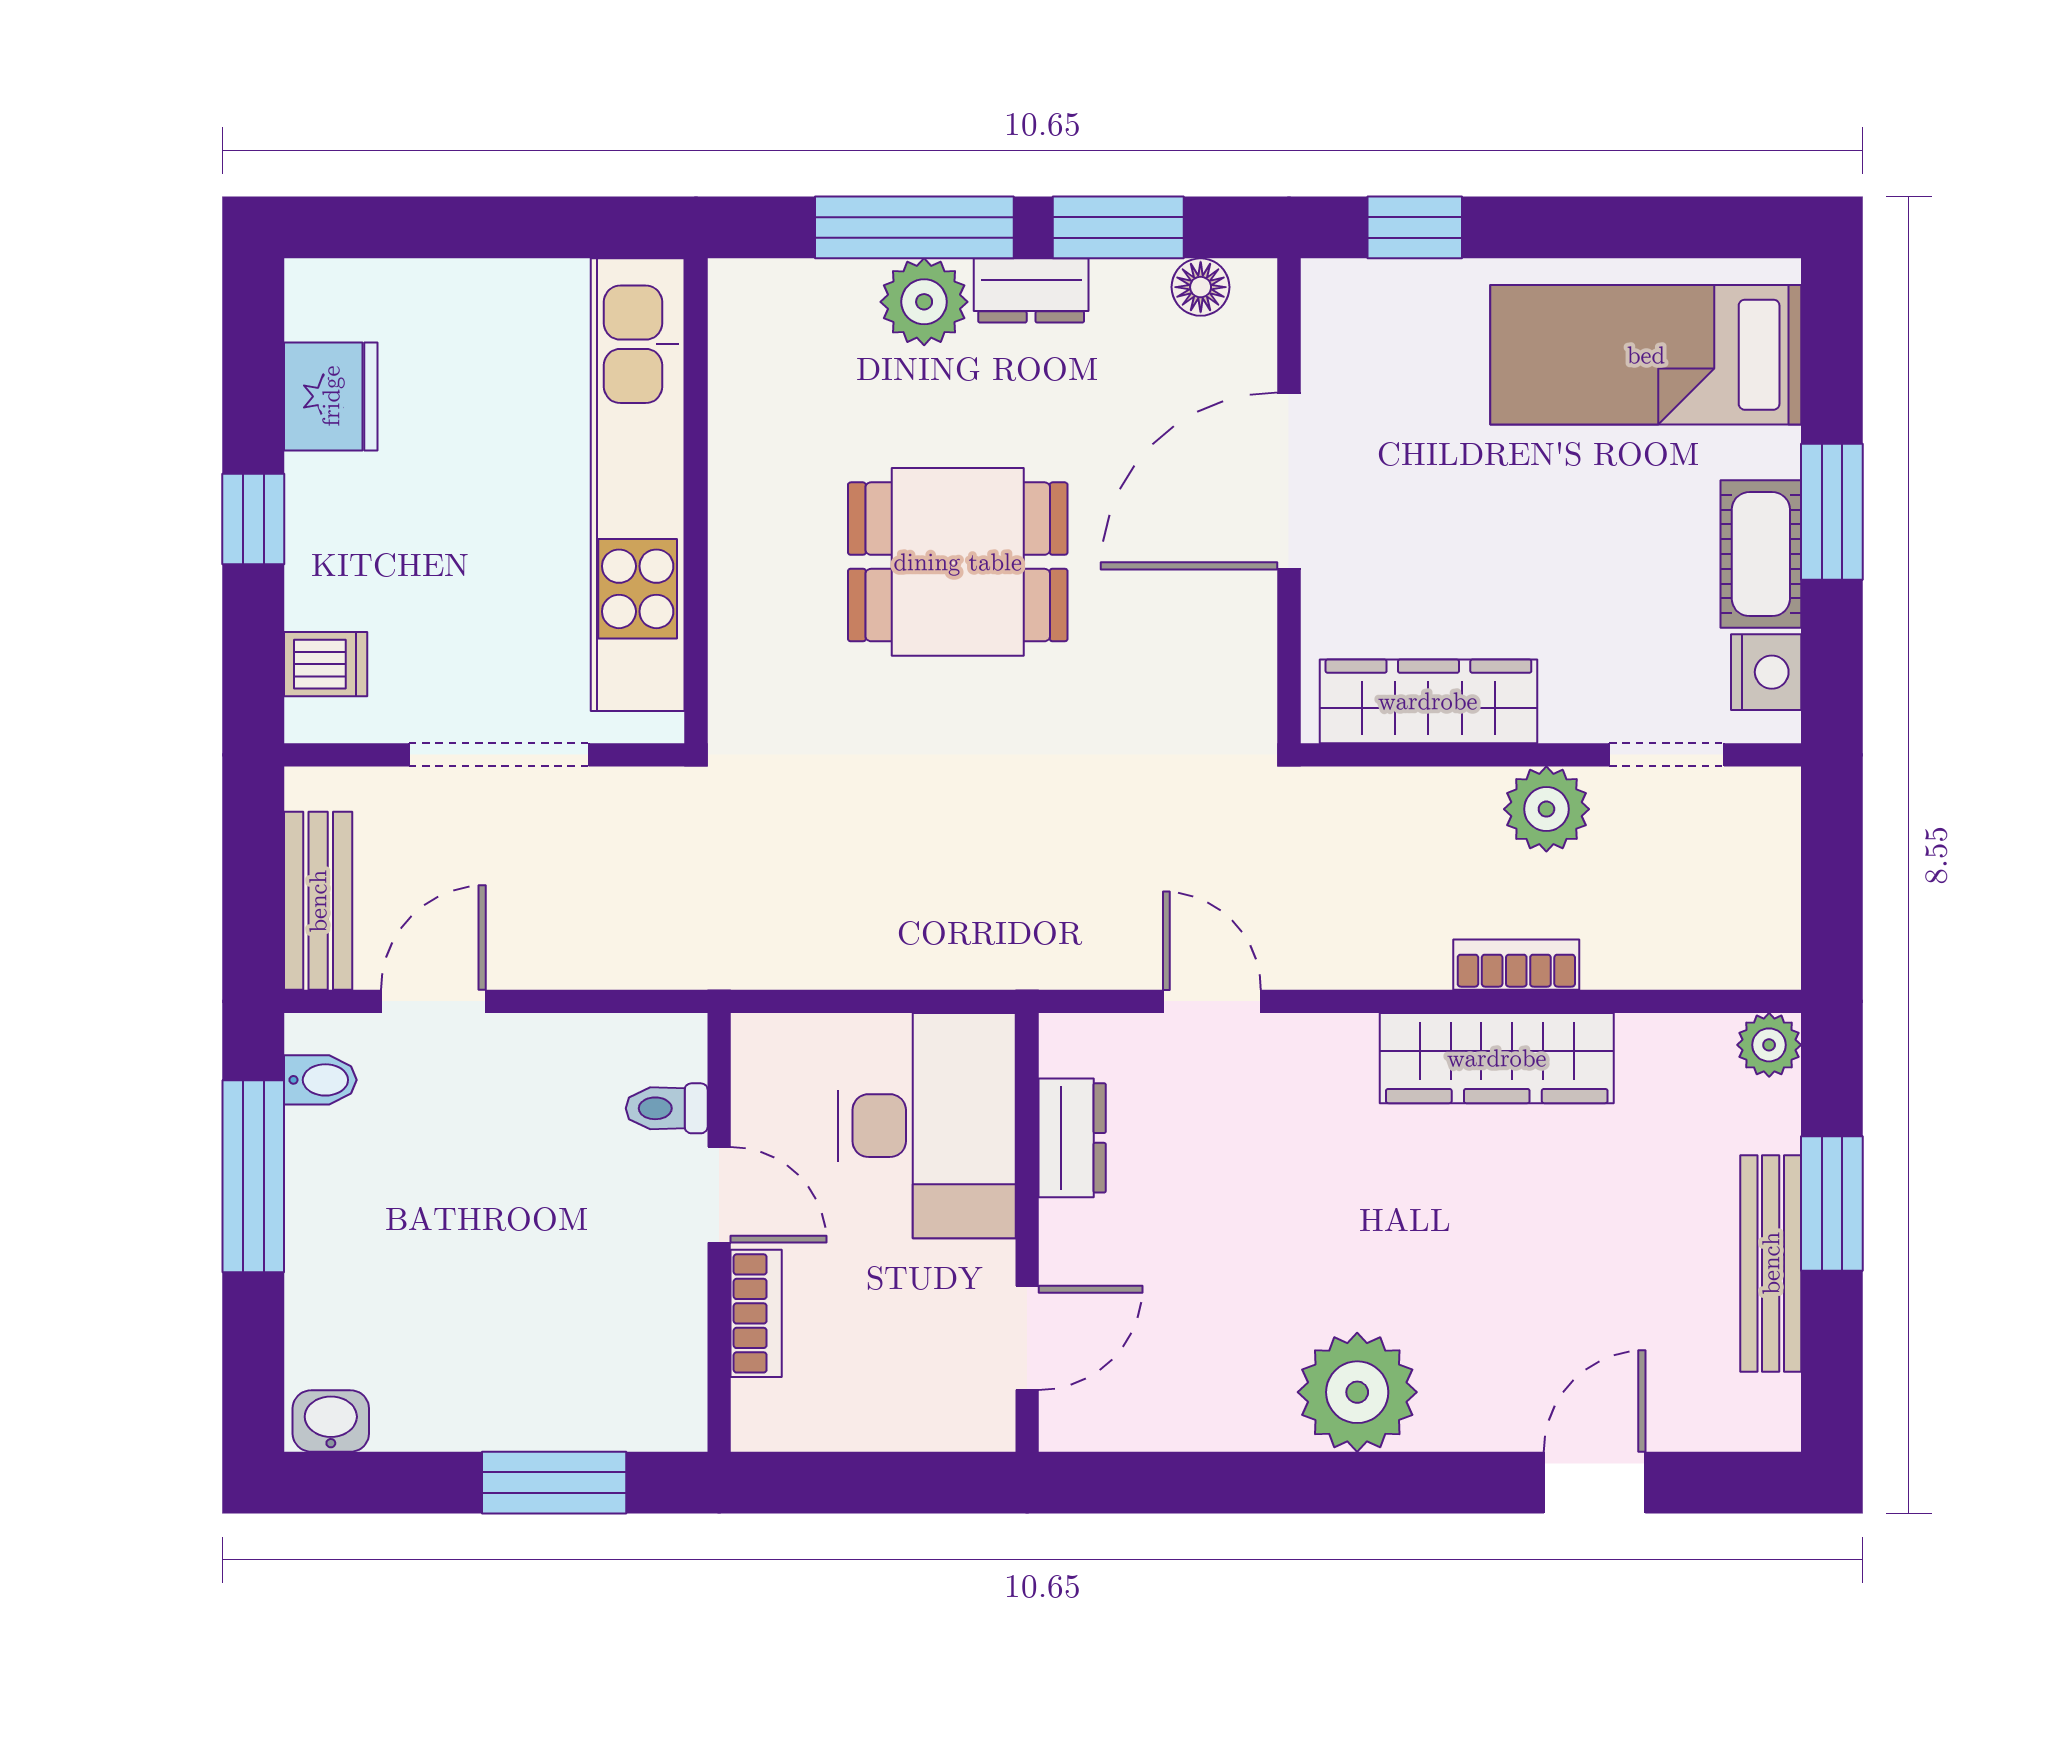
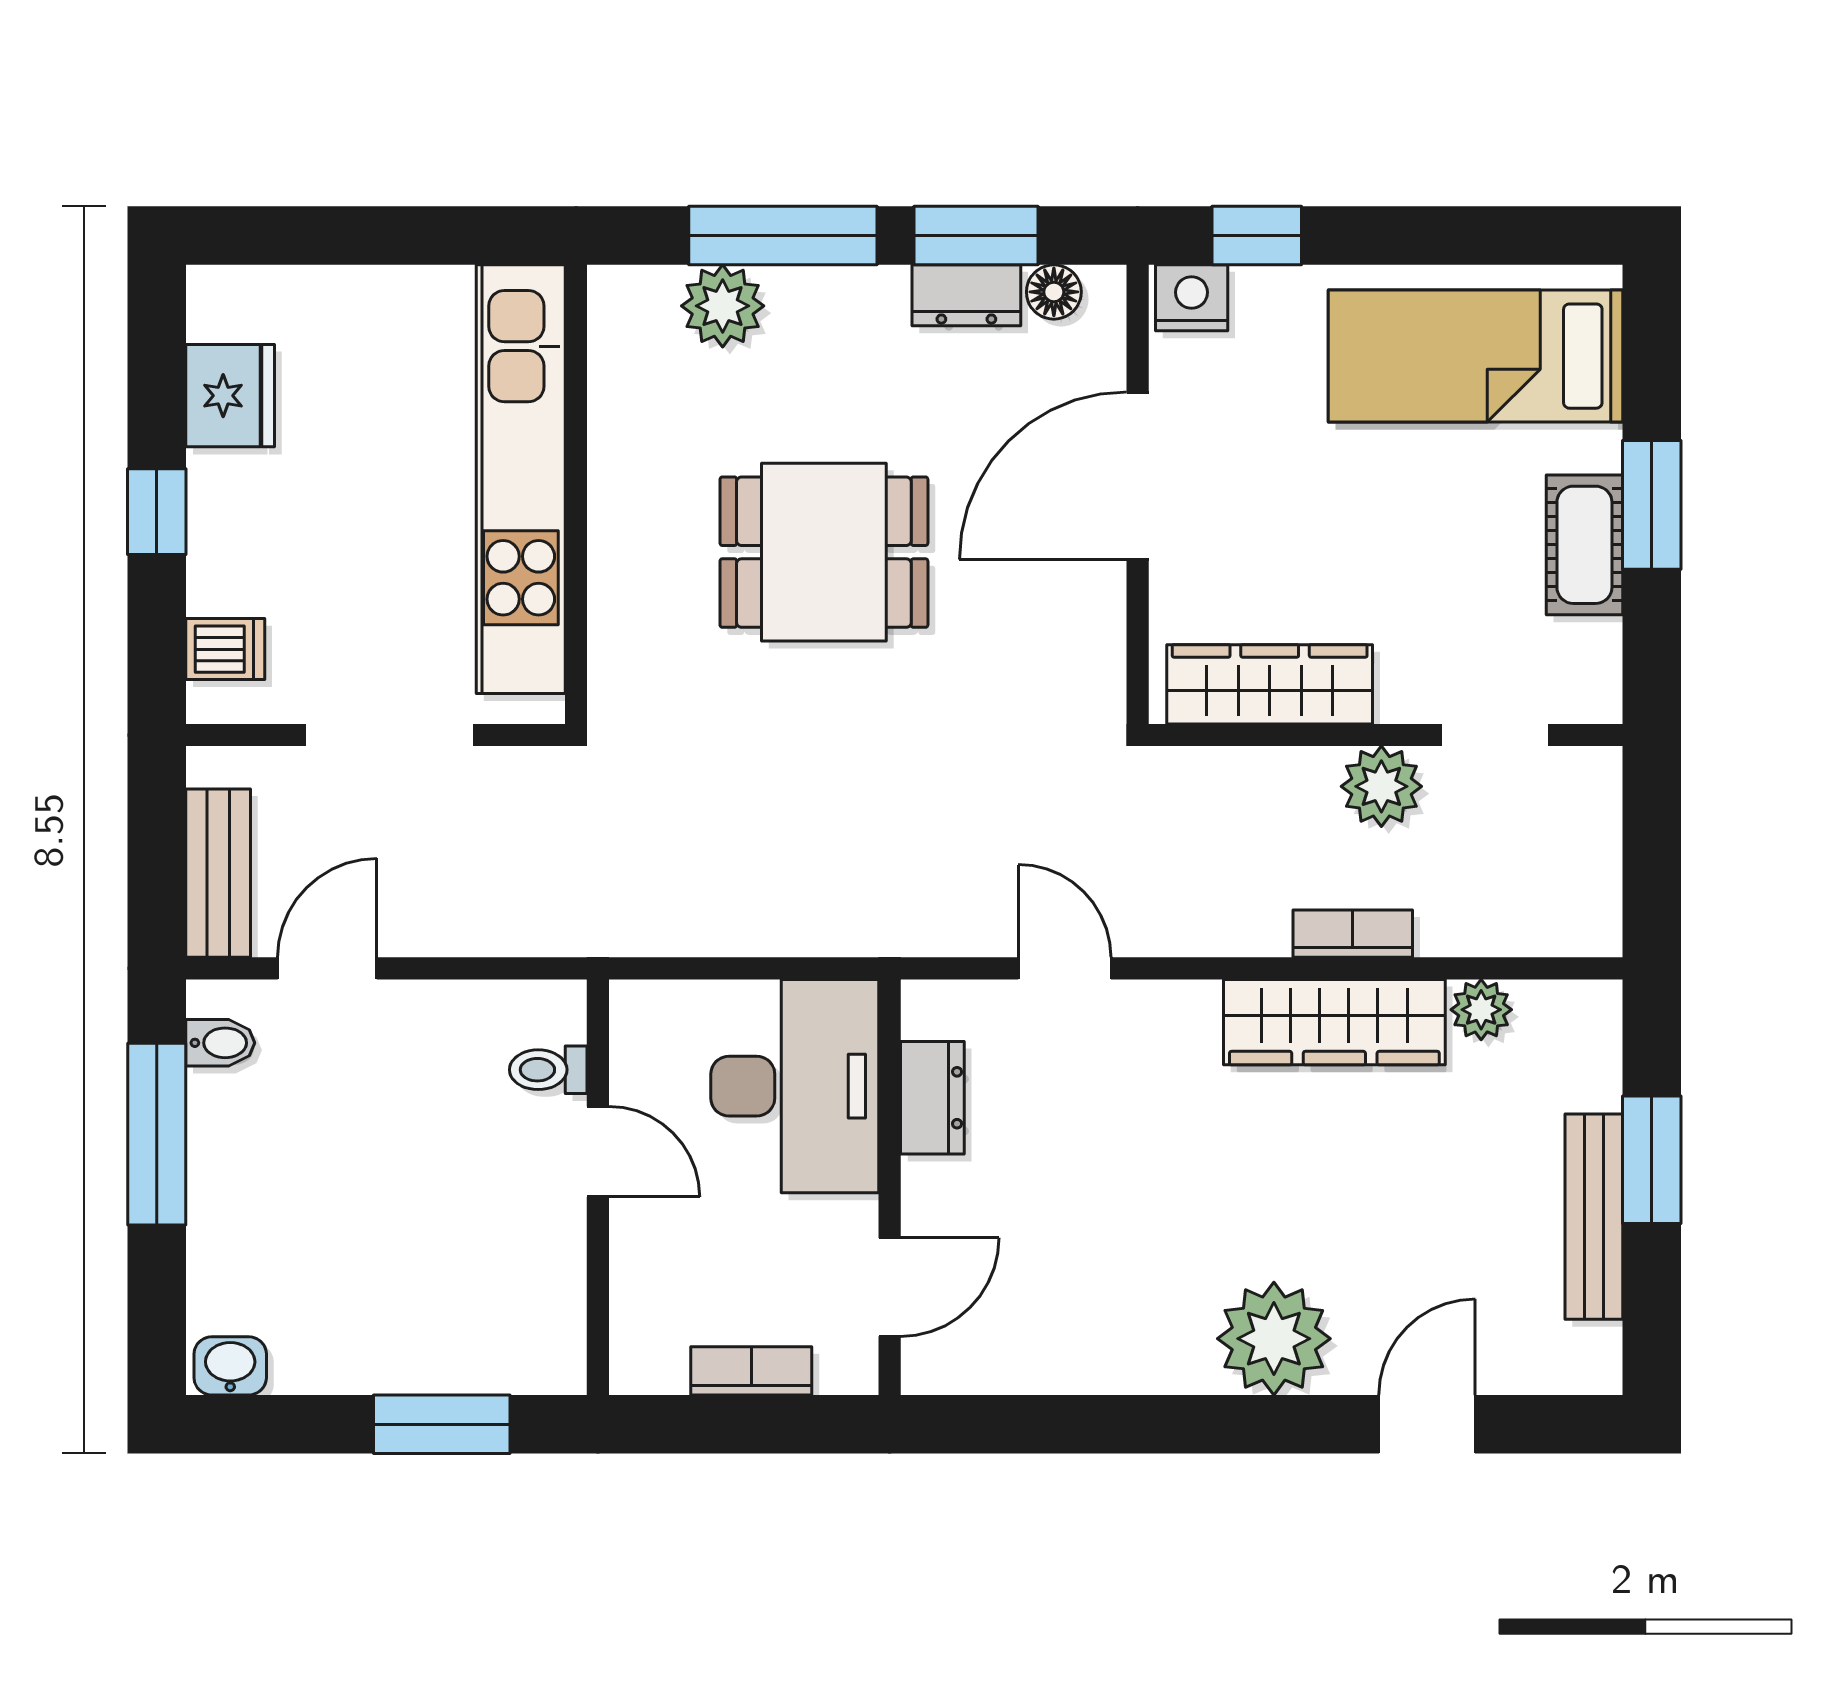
dresser: (1031, 290) -> (966, 295), moved
plant: (924, 302) -> (723, 306), moved
nightstand: (1766, 672) -> (1192, 298), moved, turned -90
plant: (1769, 1045) -> (1481, 1010), moved
bookcase: (756, 1313) -> (751, 1371), moved, turned -90
plant: (1357, 1392) -> (1274, 1339), moved

